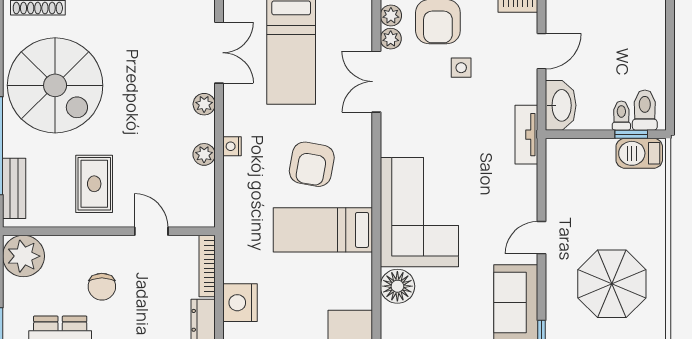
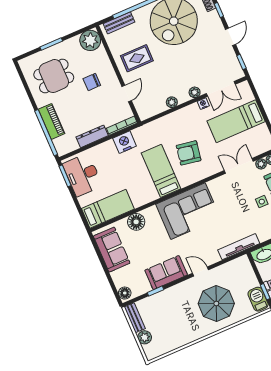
tv unit: (526, 135) -> (239, 247), width x1.41
nightstand: (232, 146) -> (203, 104), moved
parasol: (612, 284) -> (216, 303), moved
floor lamp: (397, 286) -> (136, 222), moved
nightstand: (240, 303) -> (125, 142), moved

